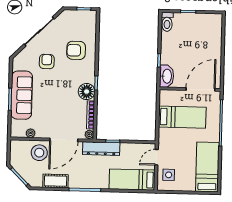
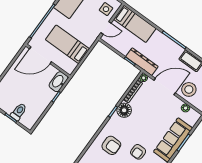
toilet: (167, 22) -> (19, 112), moved

